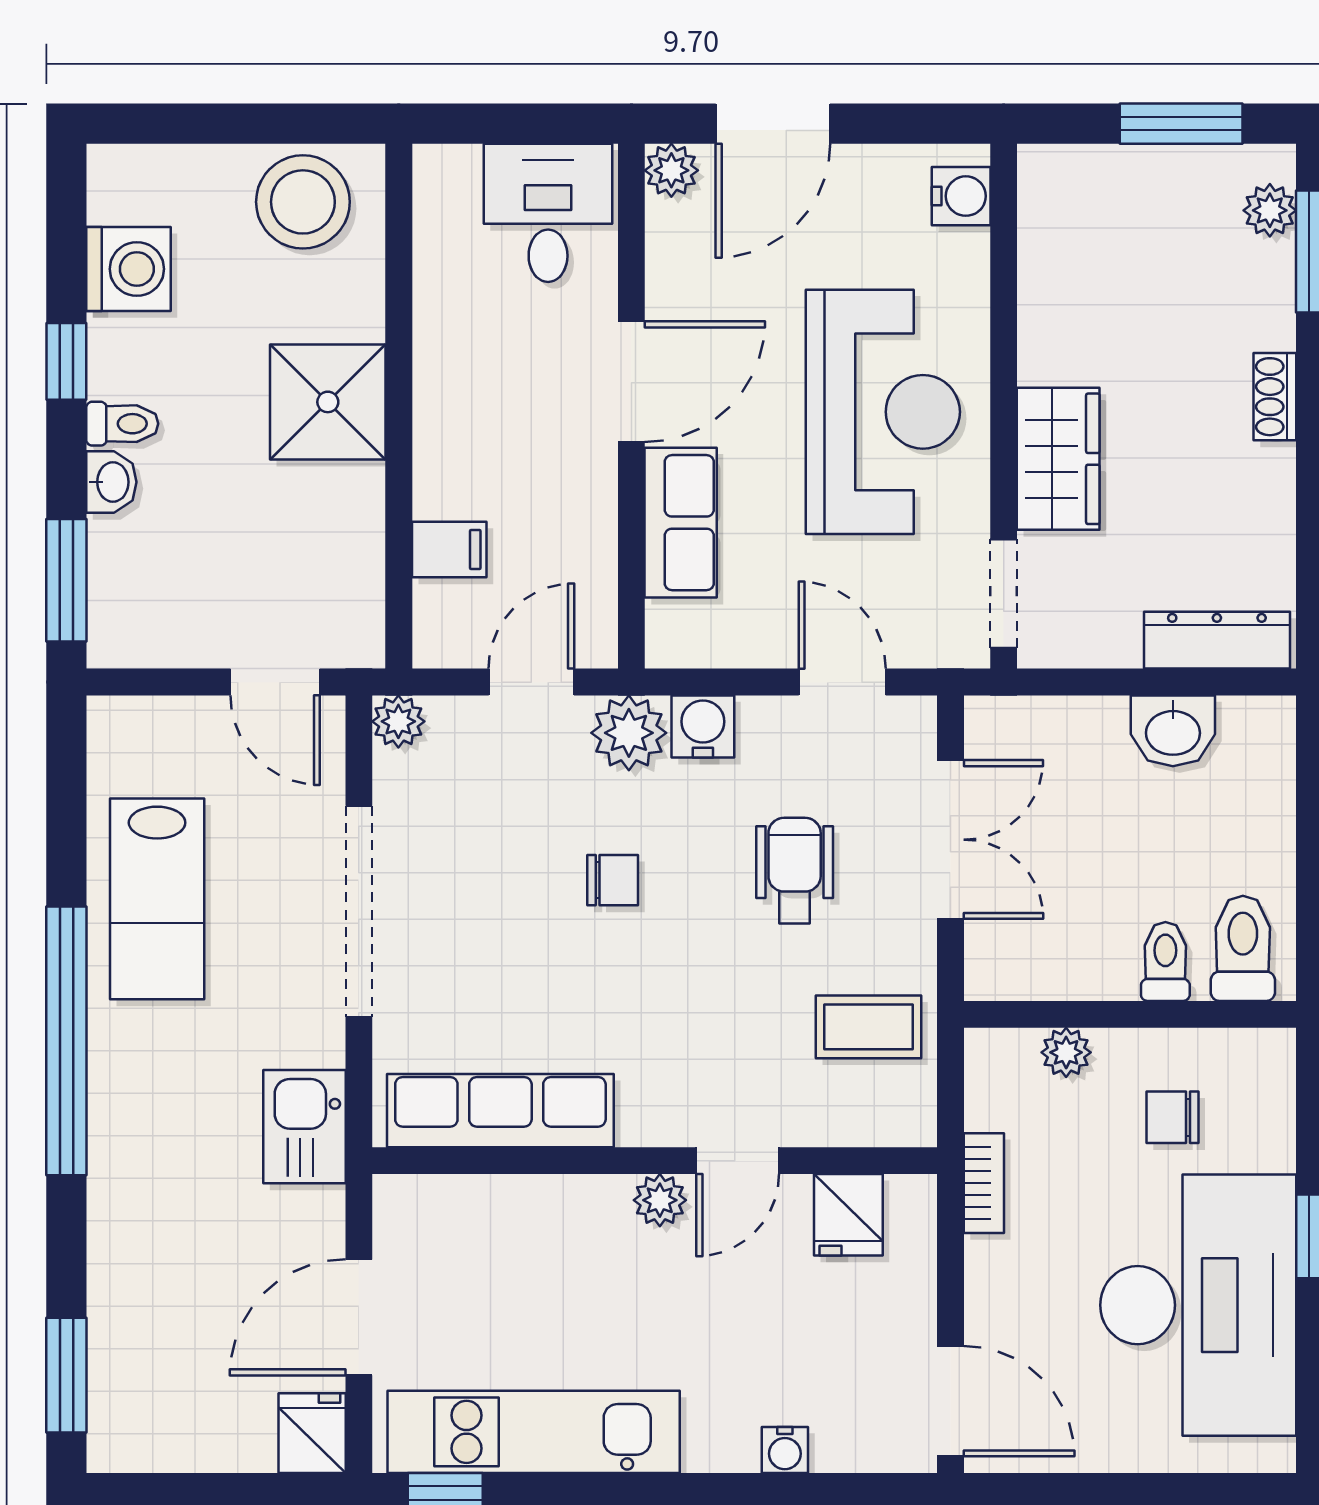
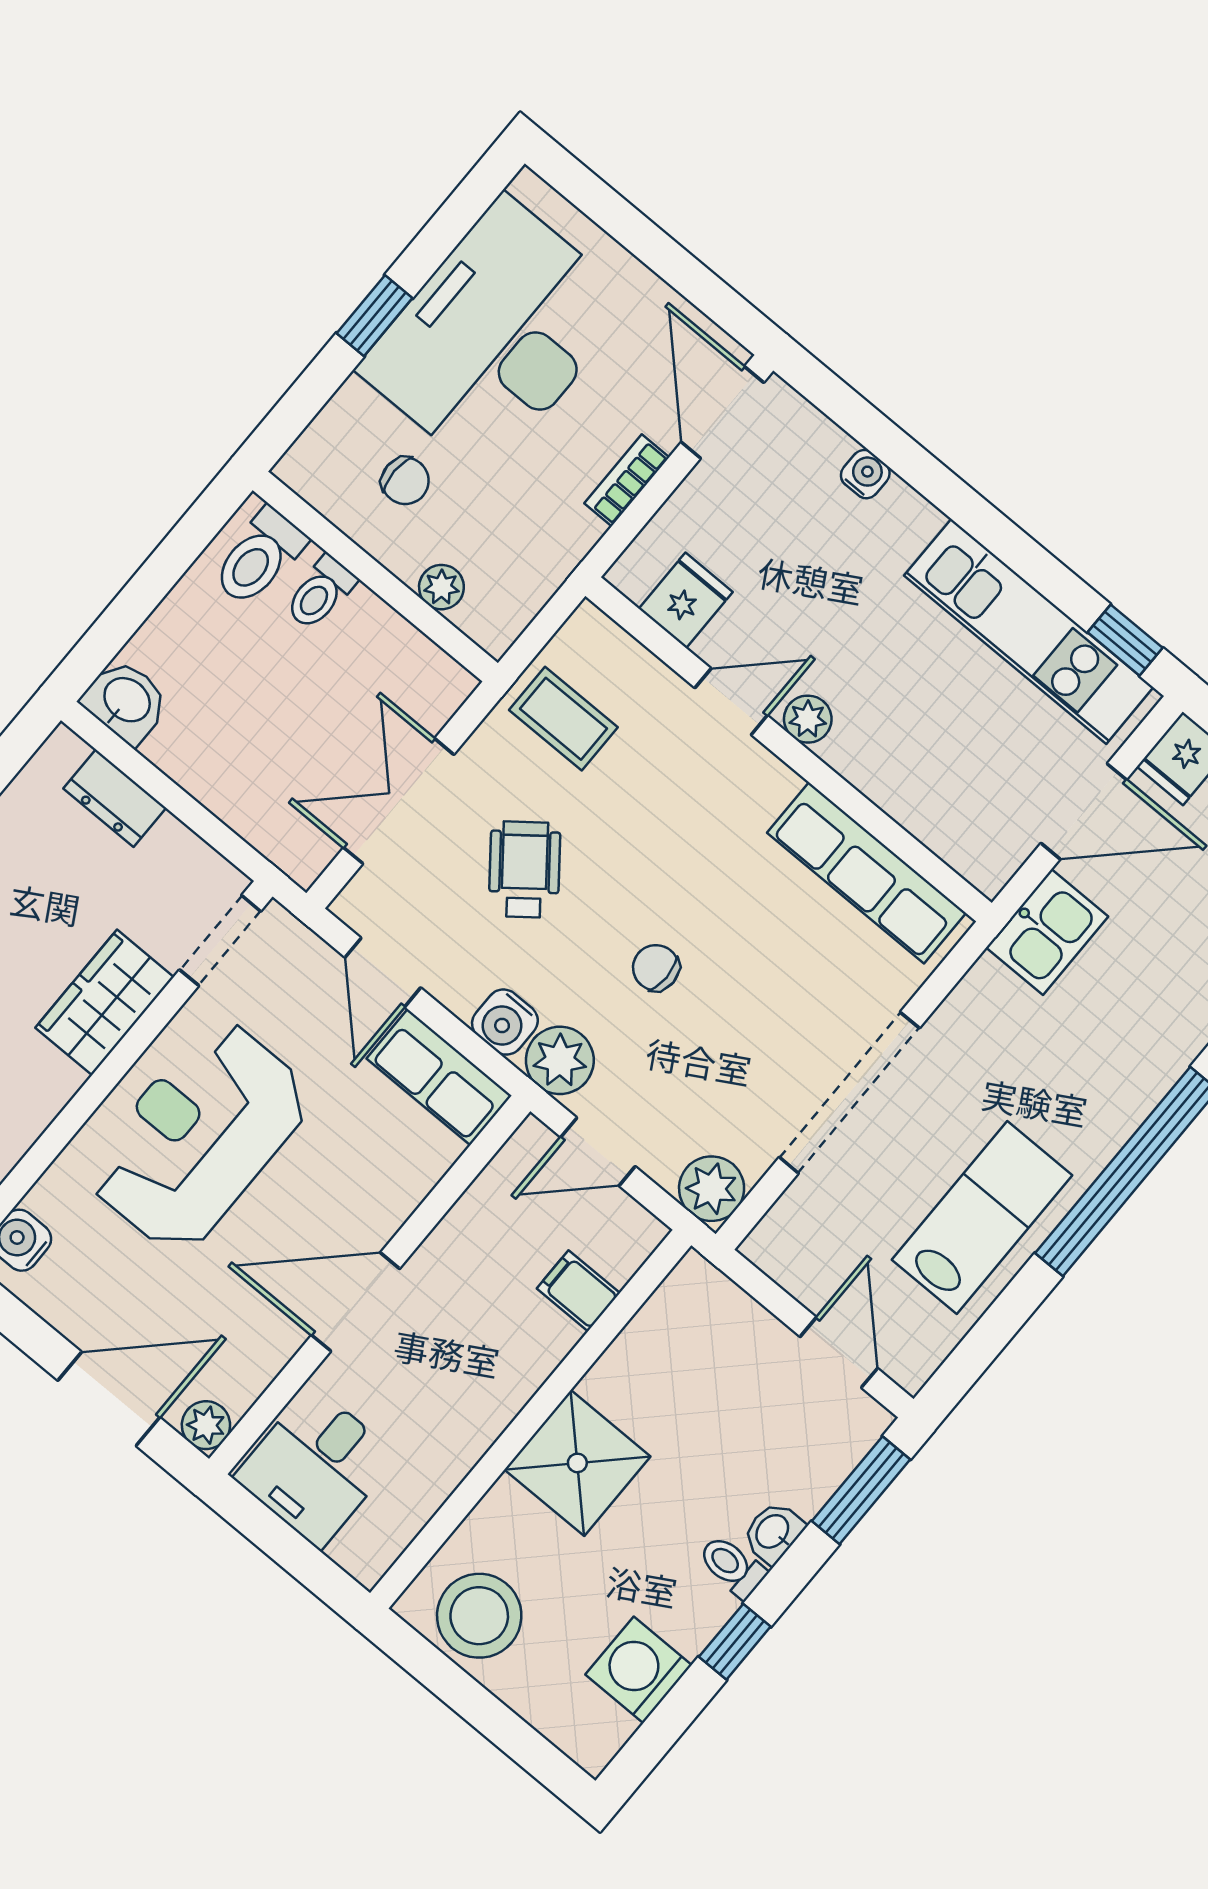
row of seats: (681, 523) -> (439, 1077), moved, turned -90
dresser: (1217, 640) -> (115, 798), width x0.70
door: (275, 682) -> (839, 1352), moved
plant: (398, 721) -> (712, 1189), width x1.38, depth x1.38
washbasin: (1173, 731) -> (126, 701), moved
wheelchair: (795, 871) -> (525, 870), turned 142
kitchen sink: (304, 1127) -> (1047, 932), moved
bookcase: (984, 1183) -> (627, 480), moved

